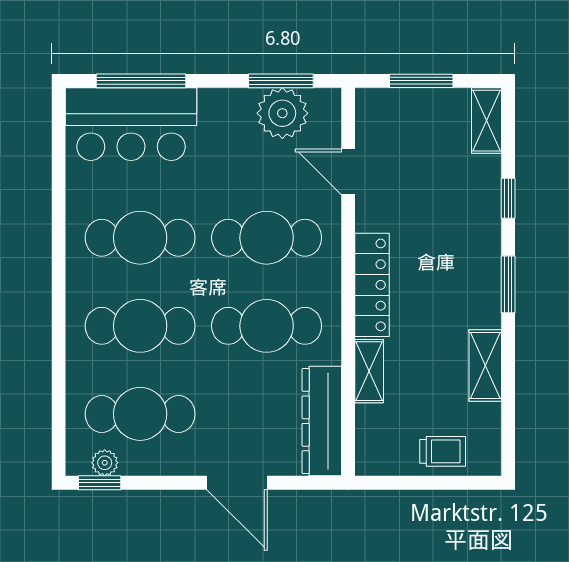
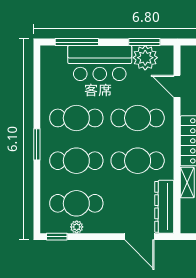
bar counter: (131, 124) -> (100, 63), moved
window: (59, 292) -> (37, 144), added
plant: (105, 463) -> (77, 227), moved
door: (237, 483) -> (140, 237), moved

